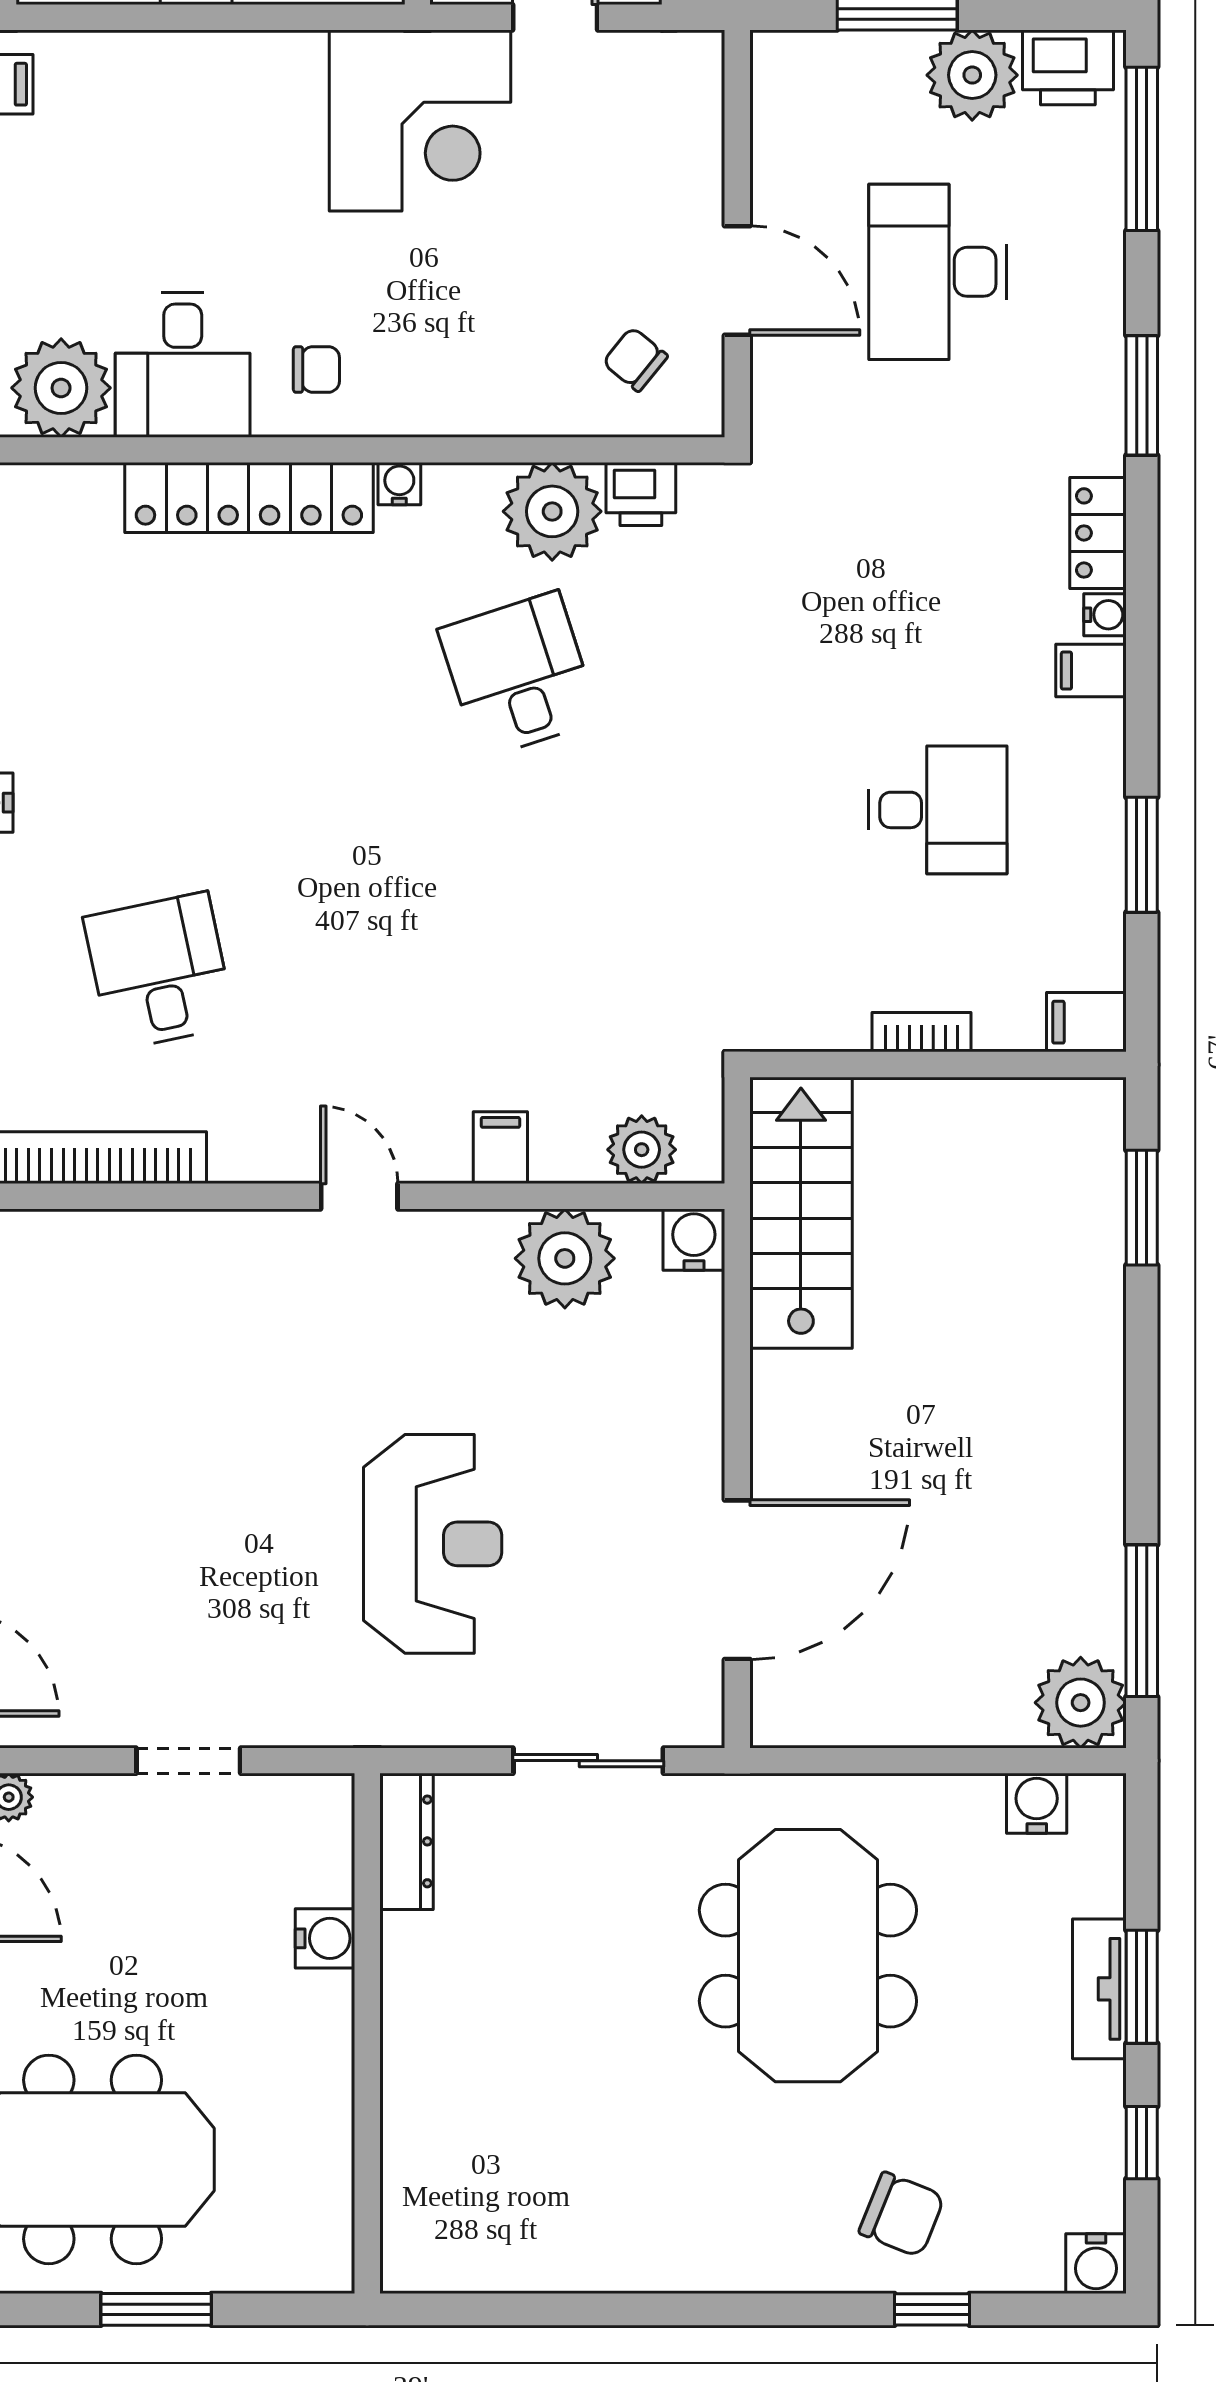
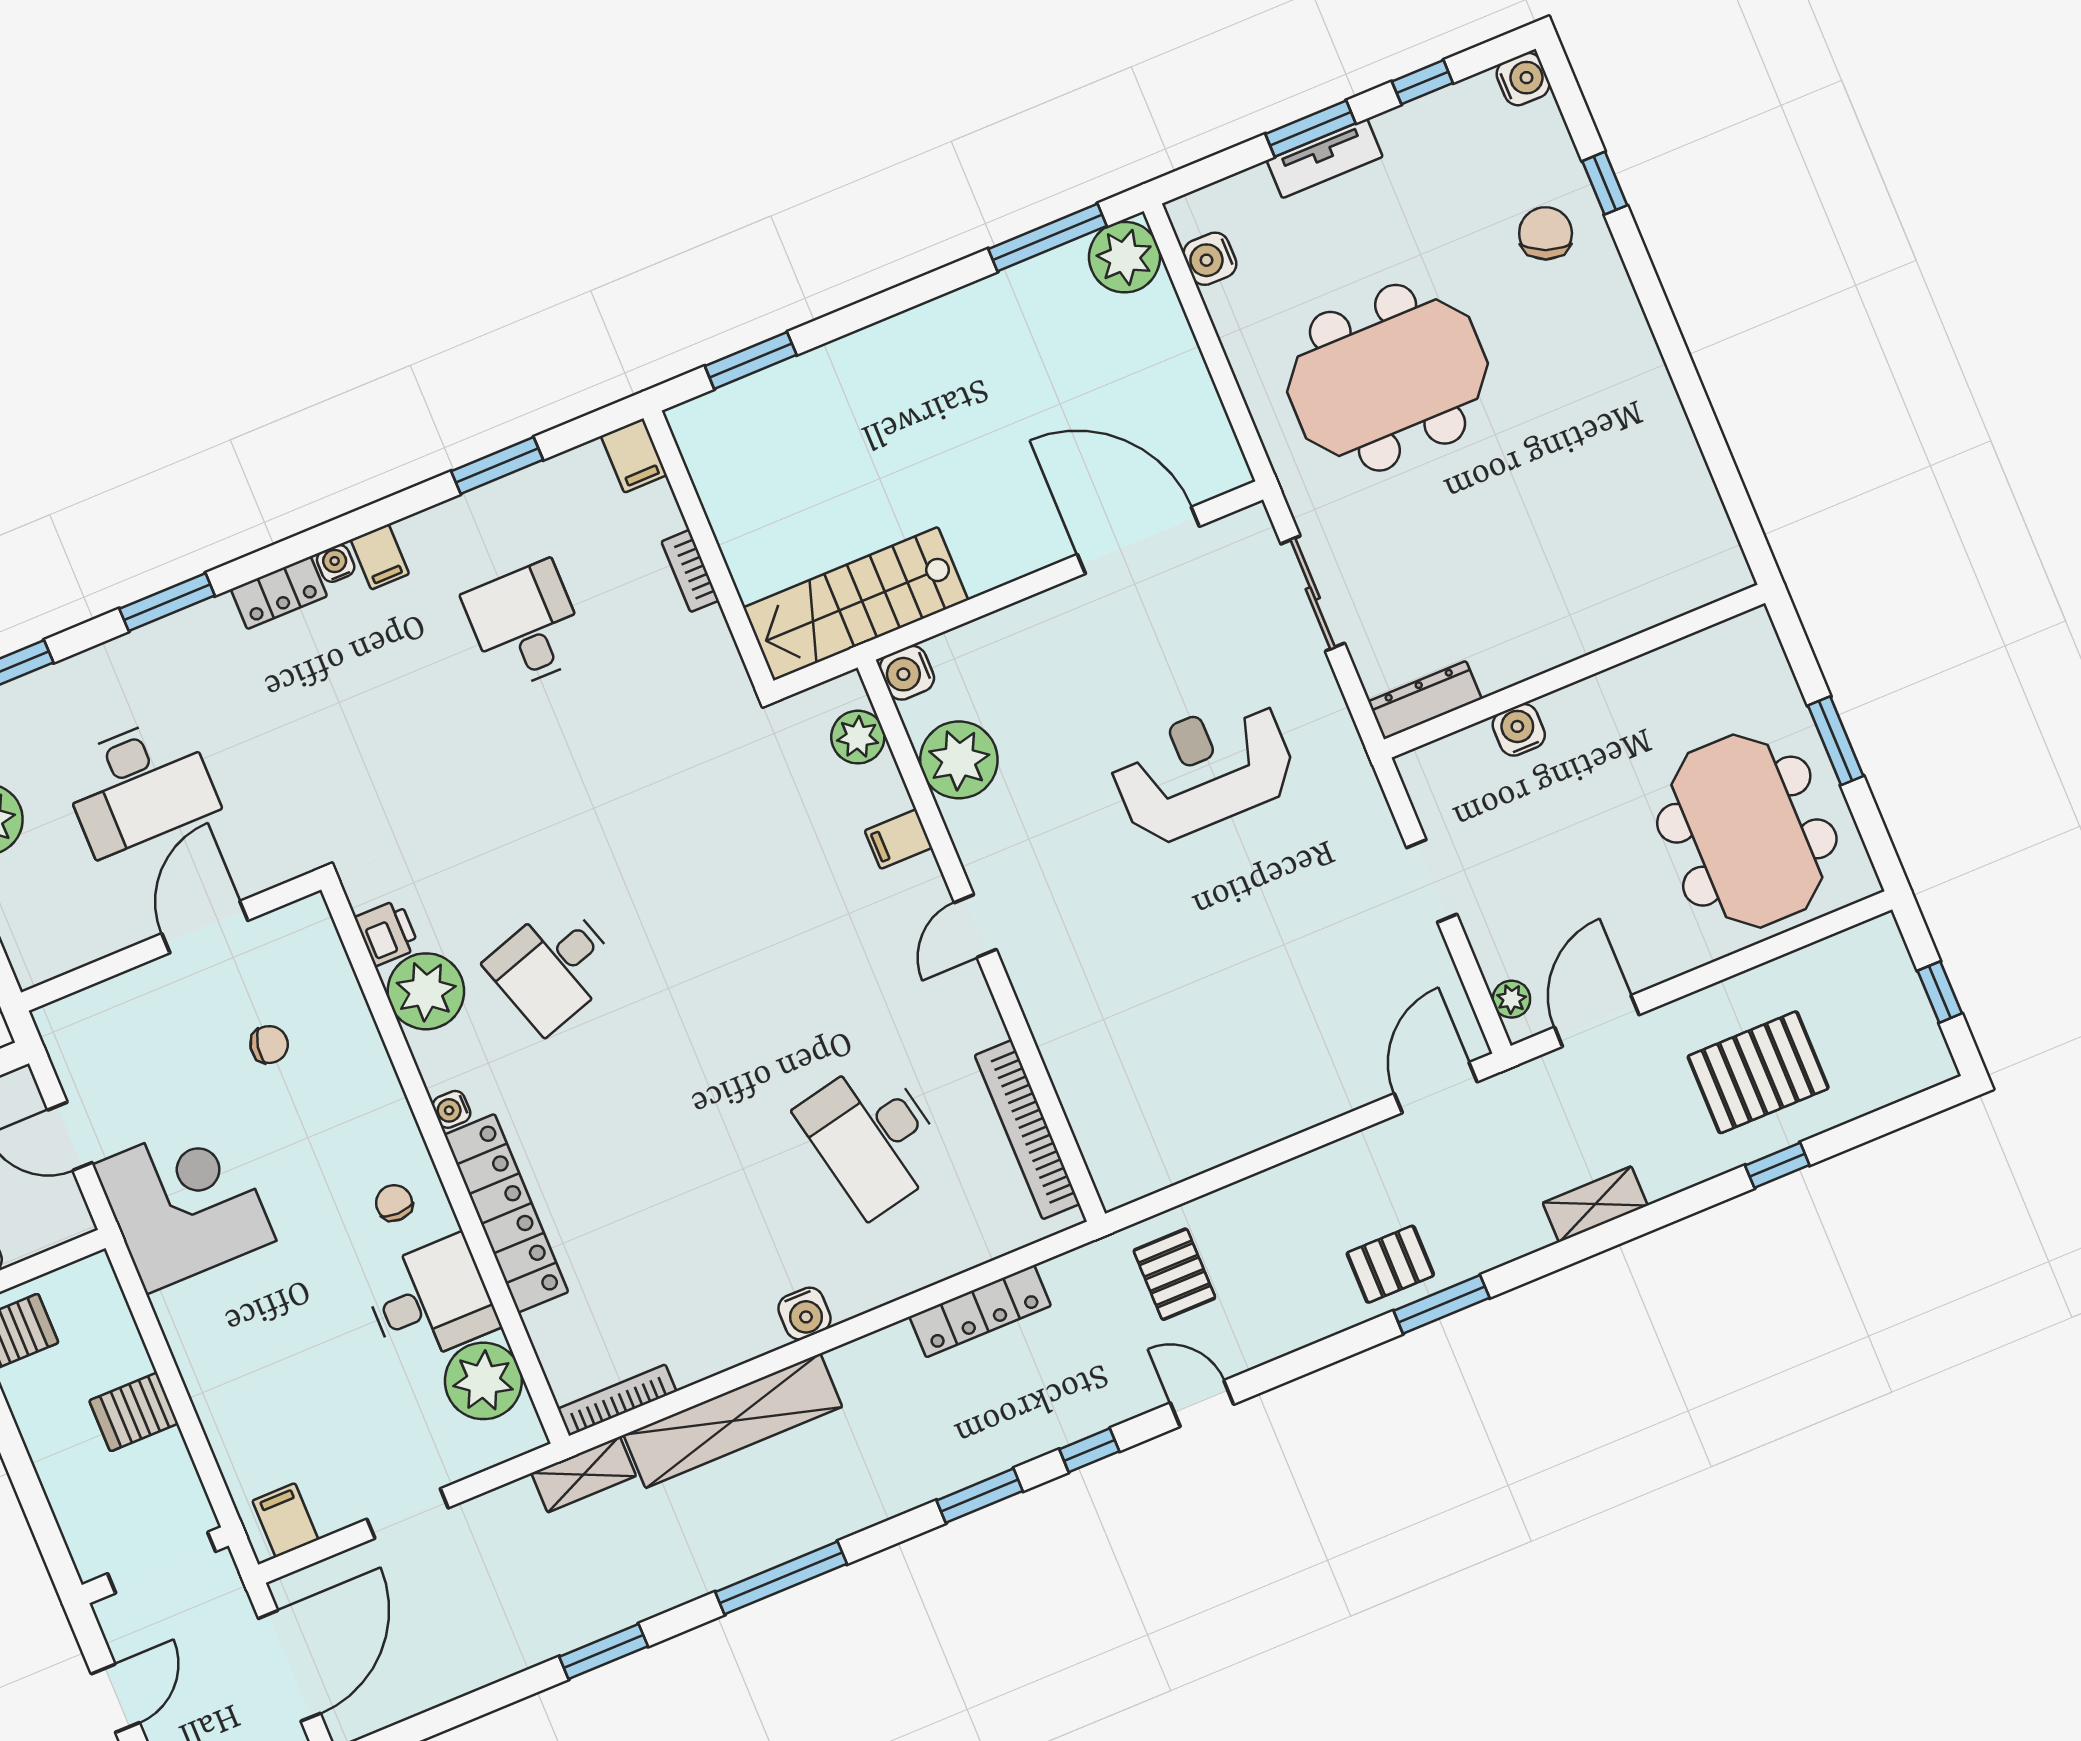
chair: (635, 359) -> (269, 1045), moved, turned -118
desk: (159, 971) -> (873, 1137), width x1.37

